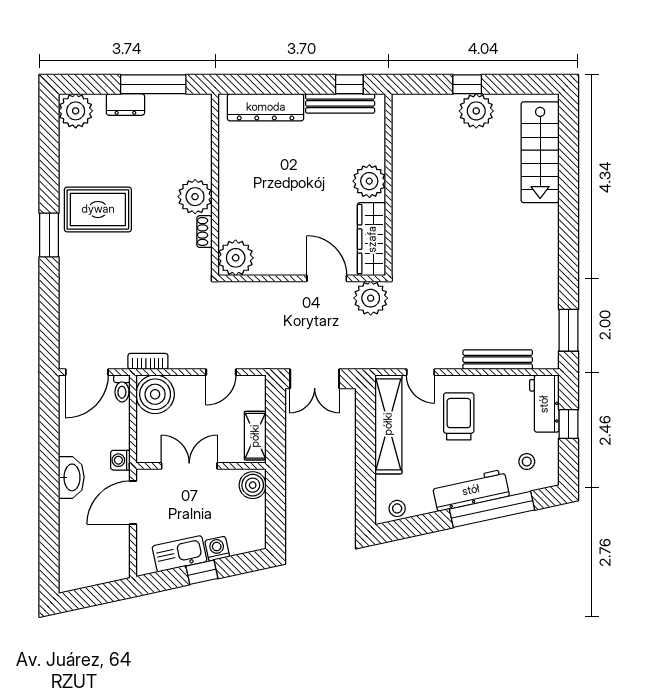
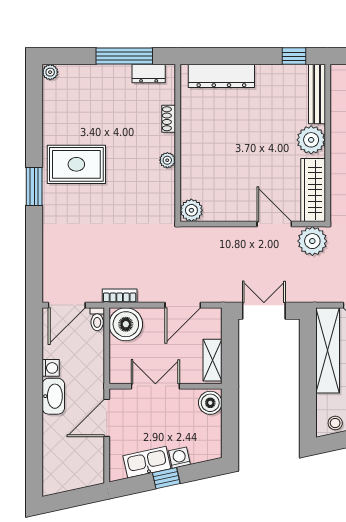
bench: (340, 103) -> (317, 94), moved, turned 90
dresser: (125, 104) -> (149, 74), moved
plant: (76, 111) -> (50, 72), width x0.53, depth x0.53
plant: (195, 197) -> (167, 160), width x0.53, depth x0.53
shoe rack: (205, 232) -> (169, 119), moved
plant: (236, 258) -> (191, 210), width x0.73, depth x0.73
door: (221, 372) -> (183, 305), width x1.38
double door: (315, 379) -> (264, 311), swing flipped
washing machine: (120, 460) -> (51, 368), moved, turned 180

